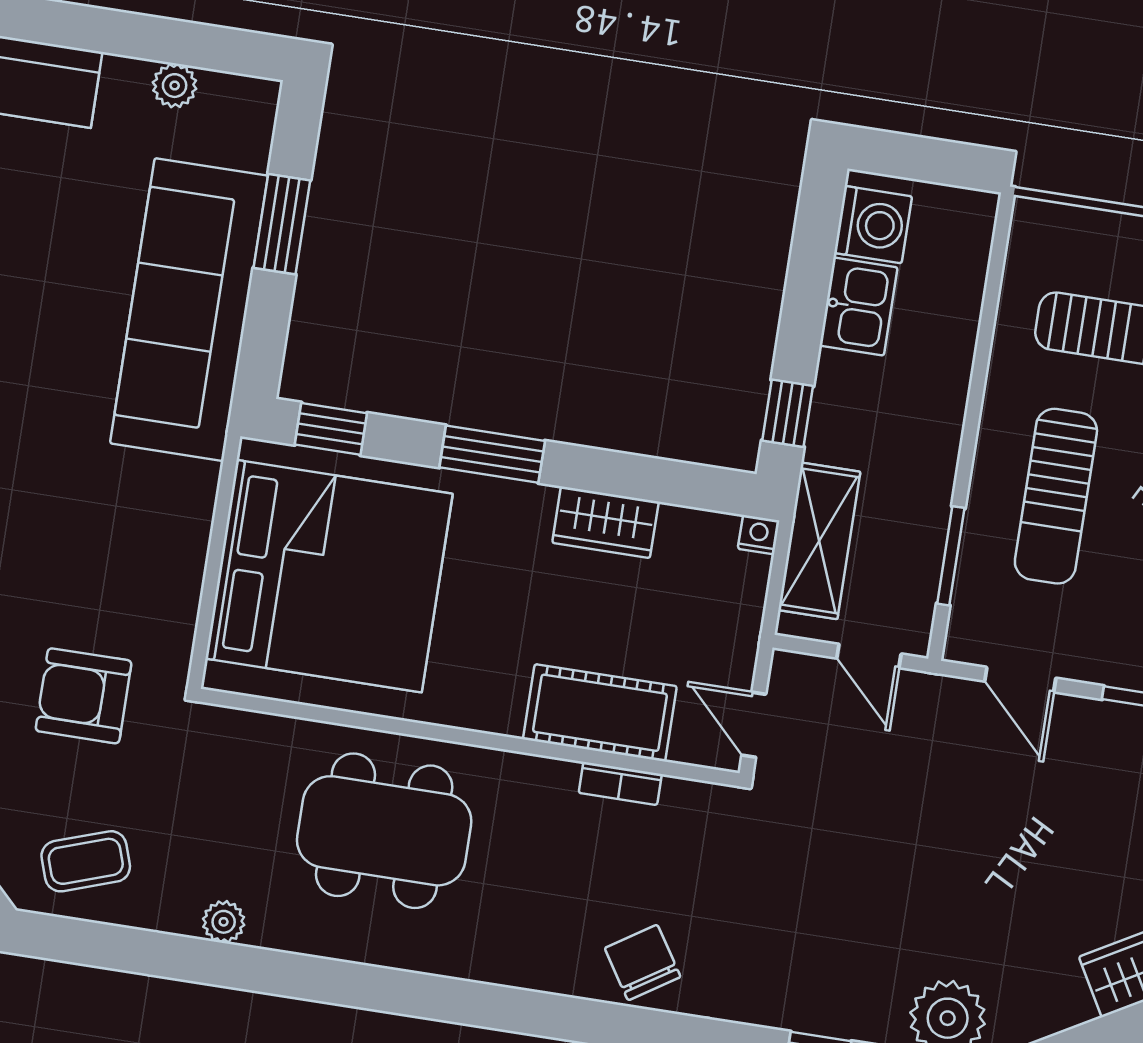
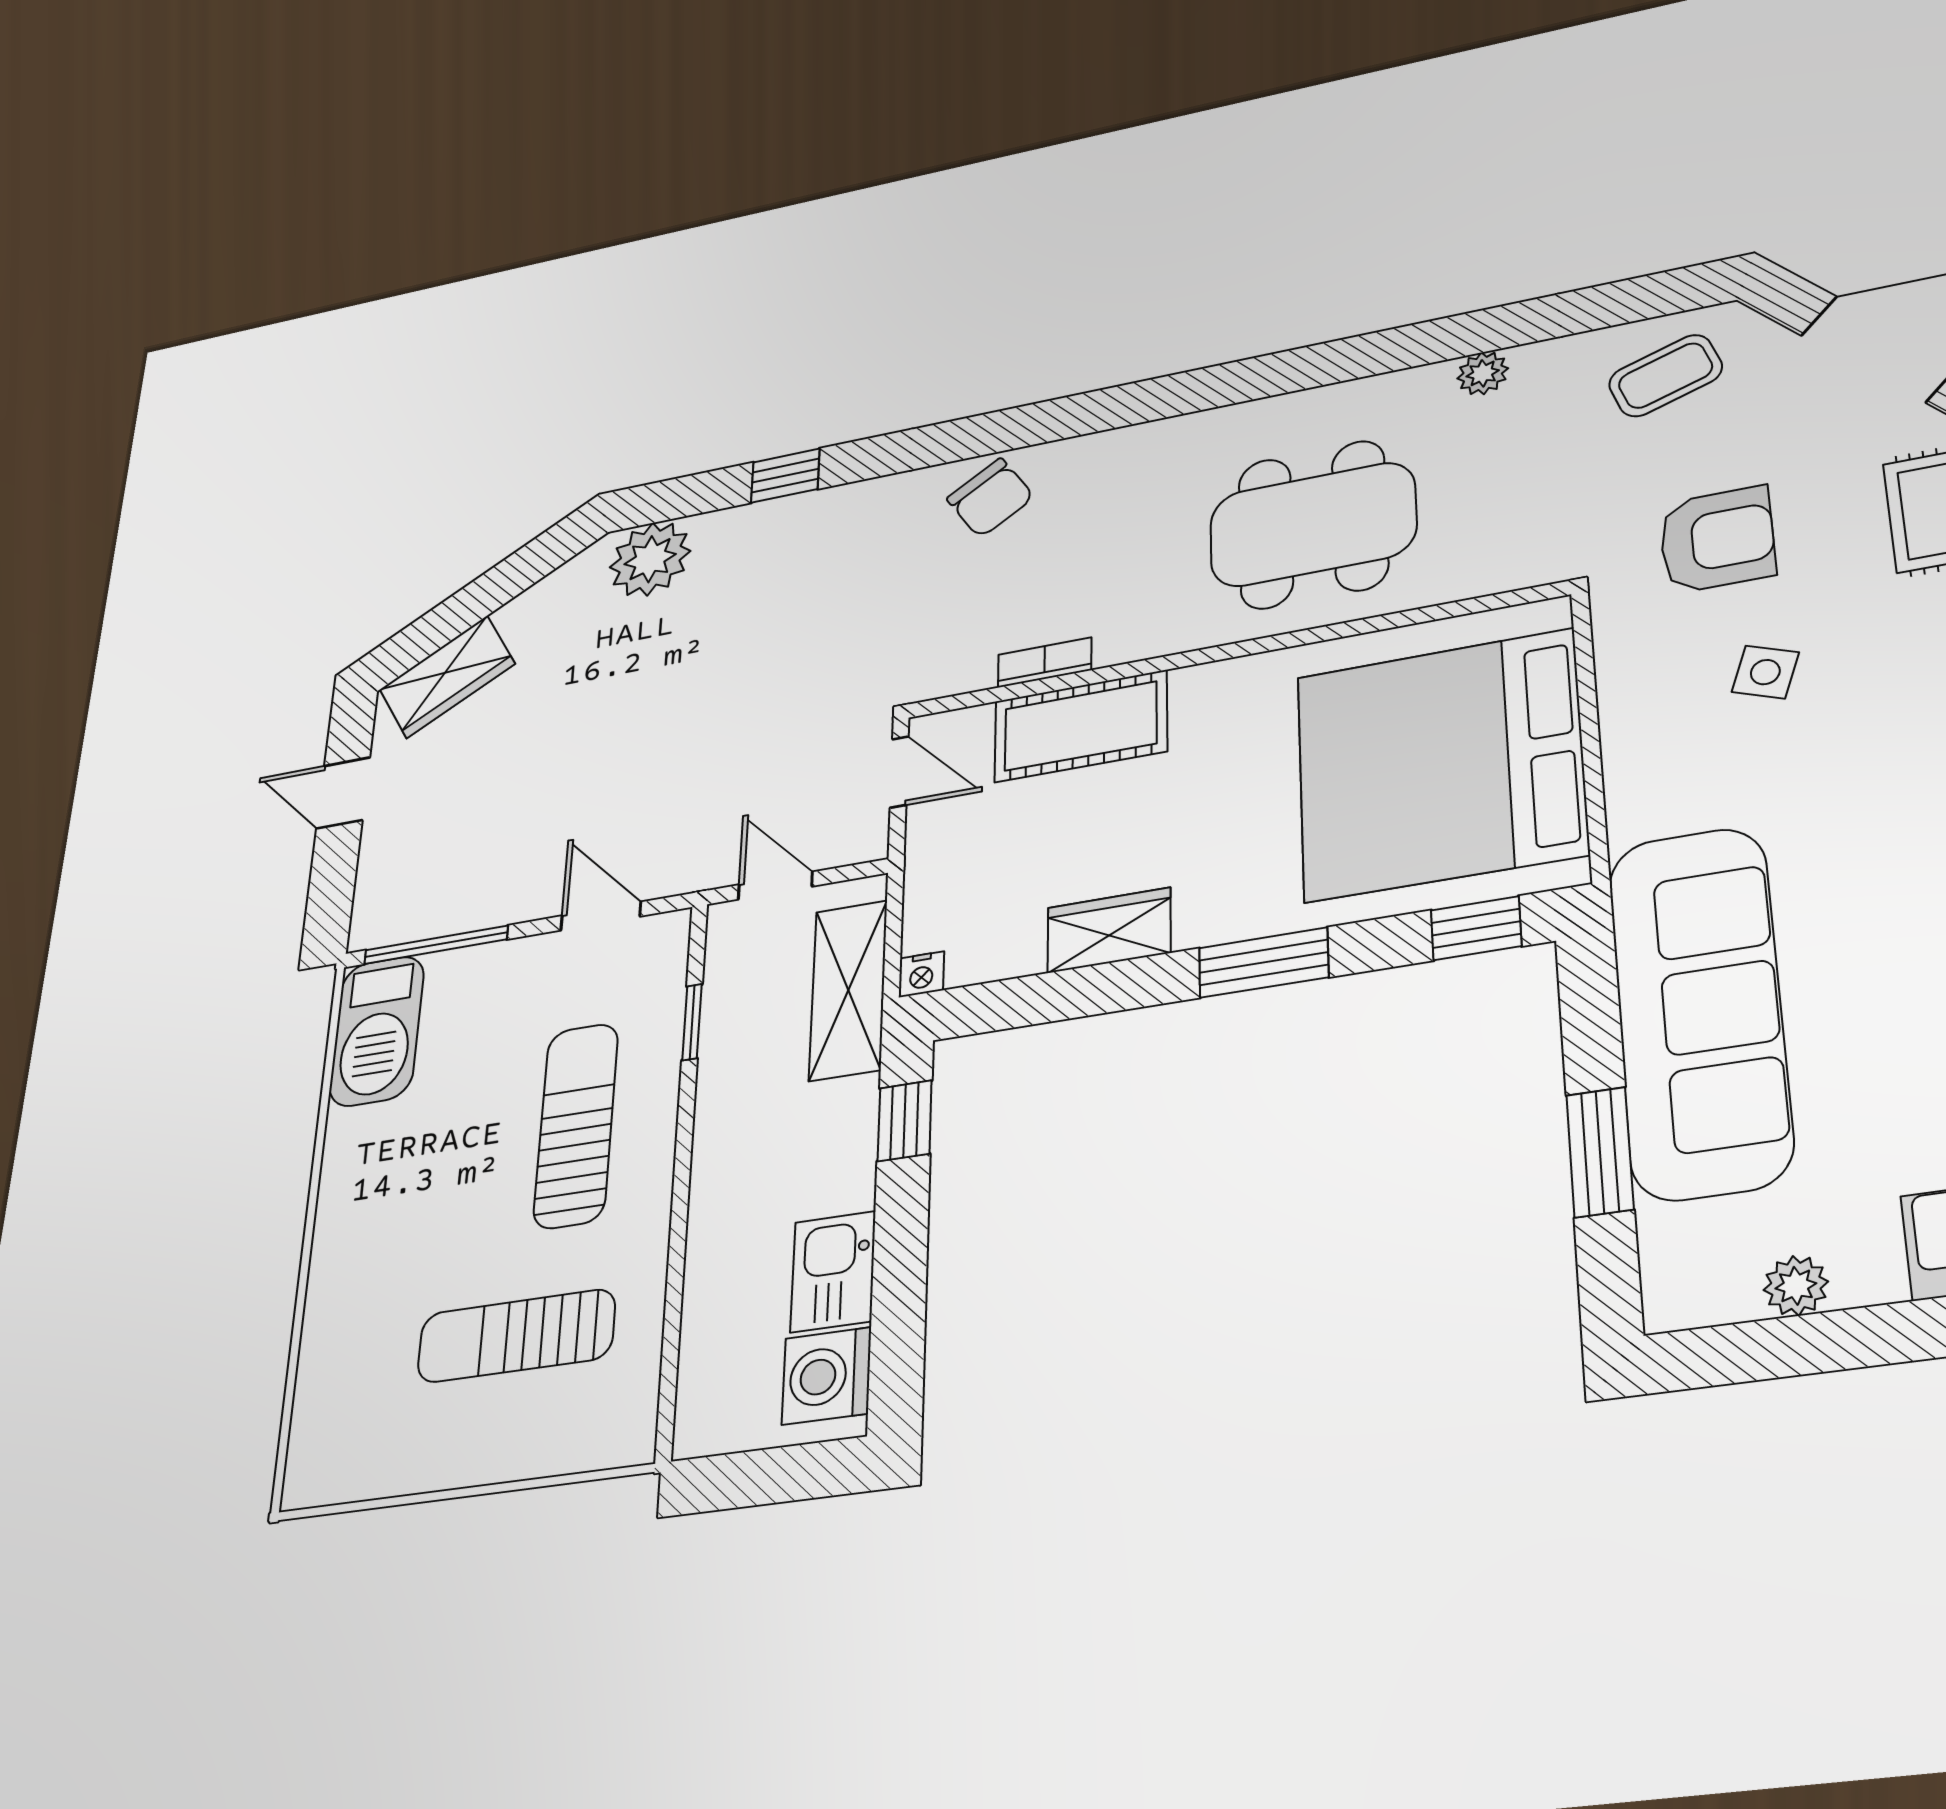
window: (951, 556) -> (692, 1022), width x0.67
side table: (77, 568) -> (1765, 672), added

